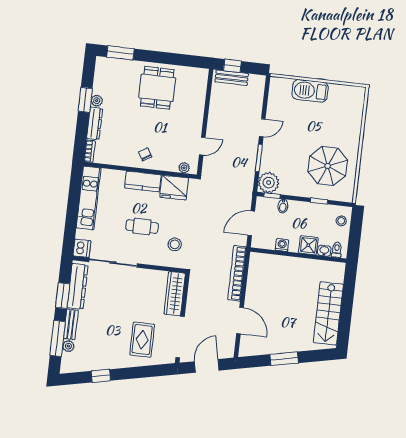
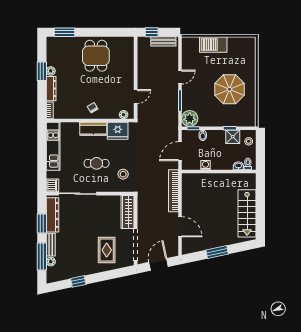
bench: (232, 78) -> (163, 41), moved
parasol: (328, 166) -> (229, 89), moved
shower: (308, 245) -> (233, 137), moved

